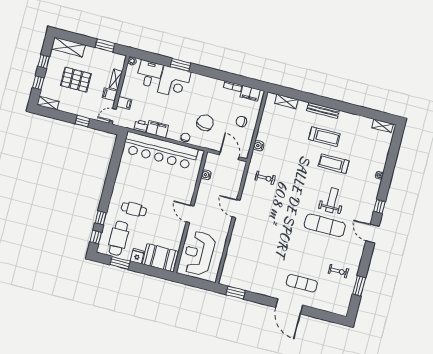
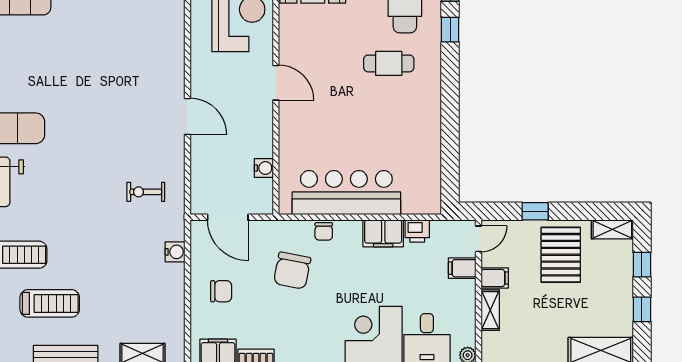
pallet: (76, 80) -> (561, 255), moved, turned 90
treadmill: (324, 137) -> (50, 303), turned 180
bar counter: (160, 151) -> (346, 193), width x0.73

